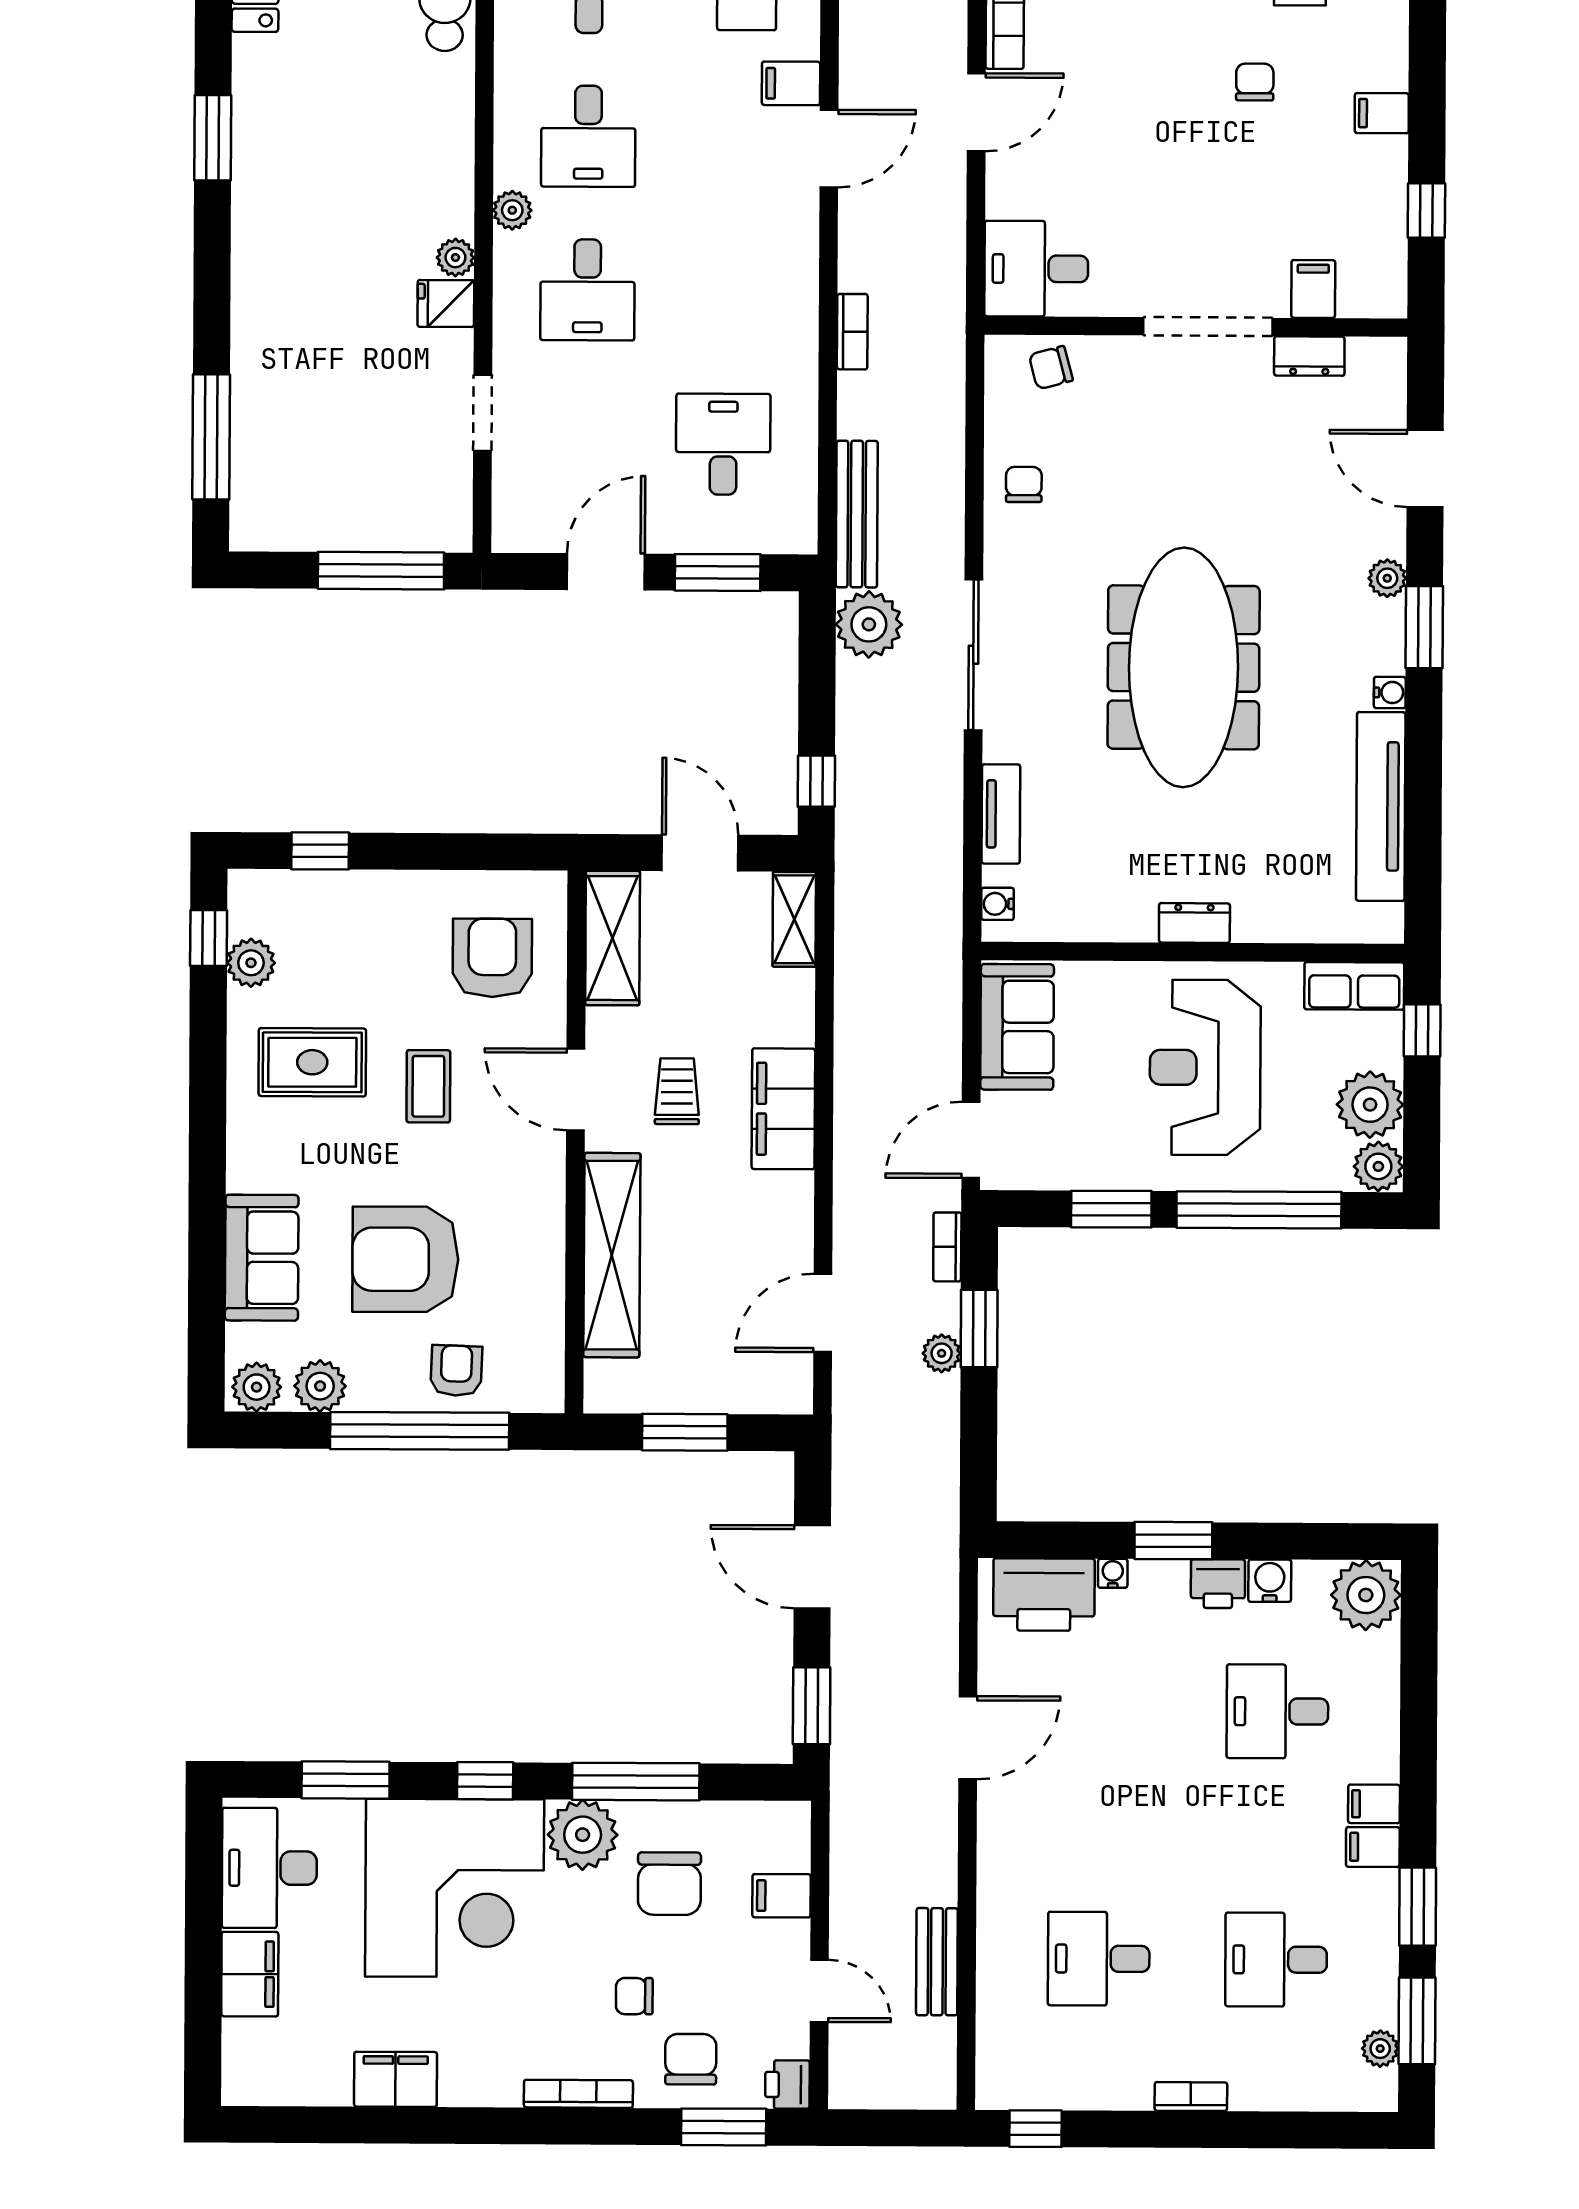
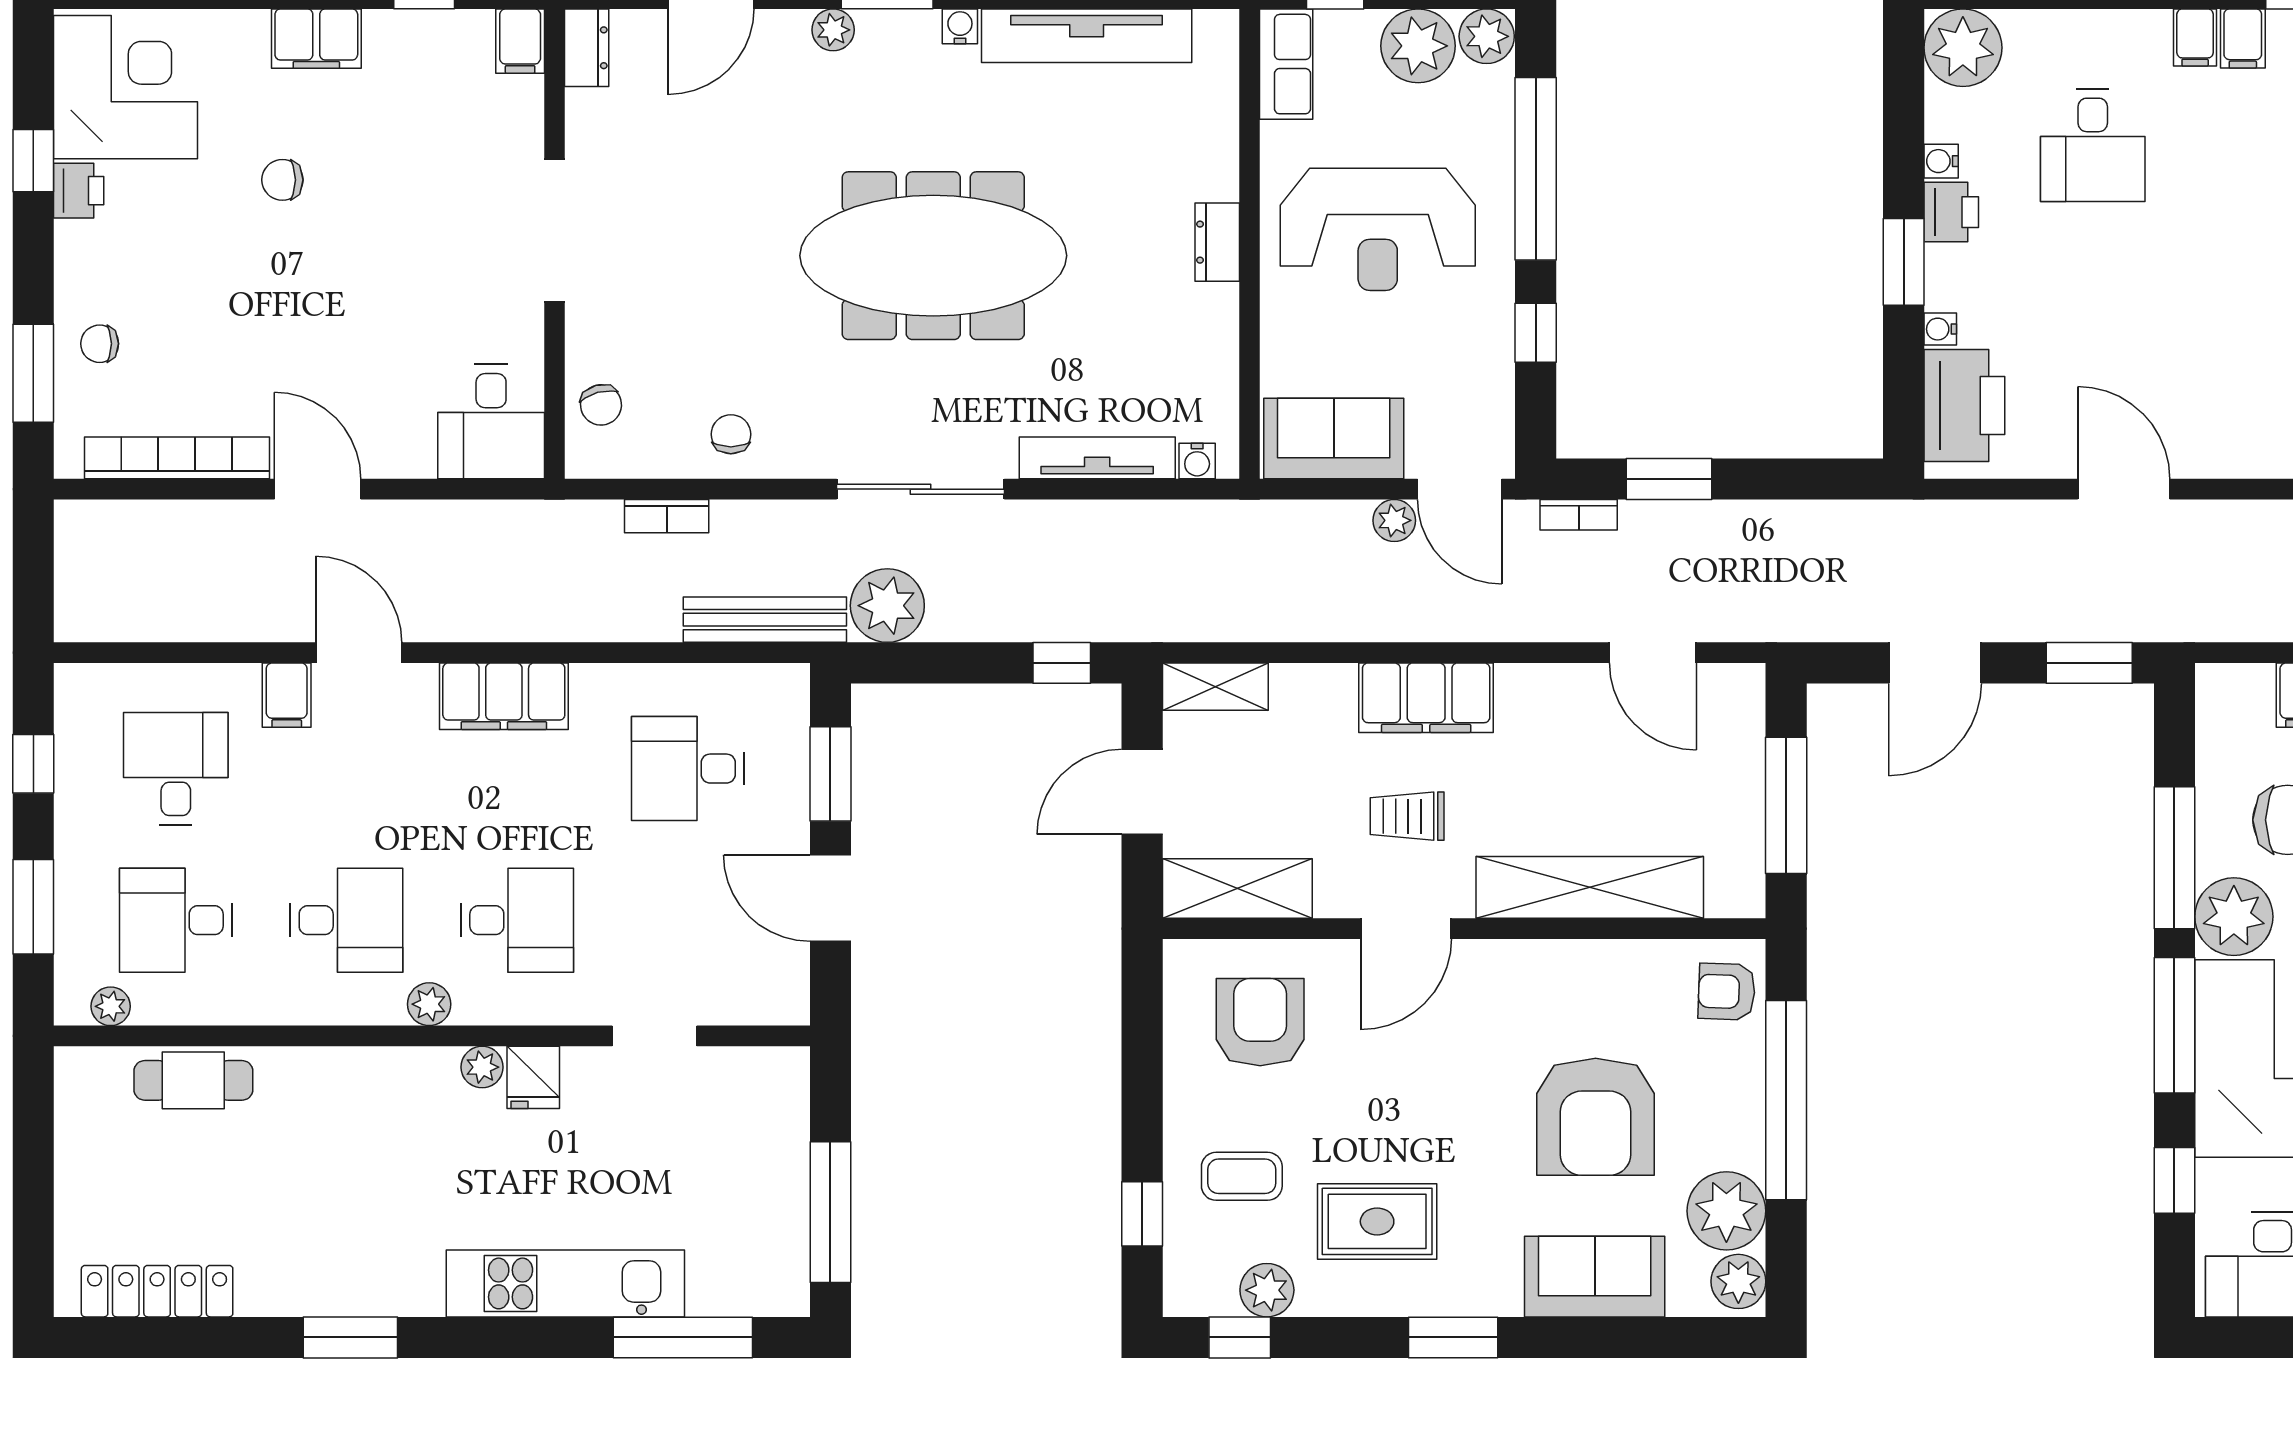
filing cabinet: (1382, 113) -> (316, 39), width x2.00
filing cabinet: (789, 279) -> (504, 696), added
filing cabinet: (1313, 289) -> (520, 41), moved, turned -90
kitchen unit: (260, 331) -> (565, 1283), added
bookcase: (852, 332) -> (667, 516), moved, turned 180
dresser: (1309, 356) -> (587, 48), moved
chair: (1024, 484) -> (731, 434), turned 90
window: (381, 571) -> (830, 1212), moved
tv unit: (1001, 814) -> (1097, 458), width x1.41
armchair: (492, 958) -> (1260, 1022), turned 90
rug: (312, 1062) -> (1377, 1221), turned 90
coffee table: (428, 1086) -> (1242, 1176), moved
window: (208, 1130) -> (1453, 1337), added
window: (1111, 1209) -> (1536, 333), width x0.67
plant: (942, 1353) -> (1394, 520), moved
armchair: (456, 1371) -> (1727, 992), moved
plant: (320, 1386) -> (1726, 1211), width x1.36, depth x1.36
window: (685, 1432) -> (1786, 805), width x1.44
water cooler: (1270, 1581) -> (1941, 161), width x0.72, depth x0.72
window: (346, 1780) -> (2174, 1180), width x0.67
window: (485, 1781) -> (2174, 1025), width x2.17

